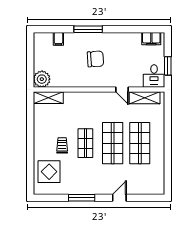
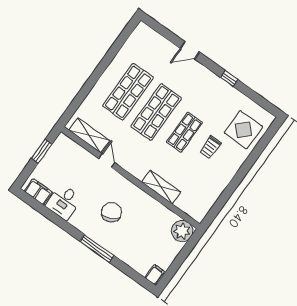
filing cabinet: (58, 39) -> (155, 275), moved
chair: (95, 59) -> (112, 212), turned 67
desk: (154, 76) -> (64, 202), moved, turned 180
shelving: (48, 98) -> (161, 187), moved
window: (82, 198) -> (229, 78), width x0.46

